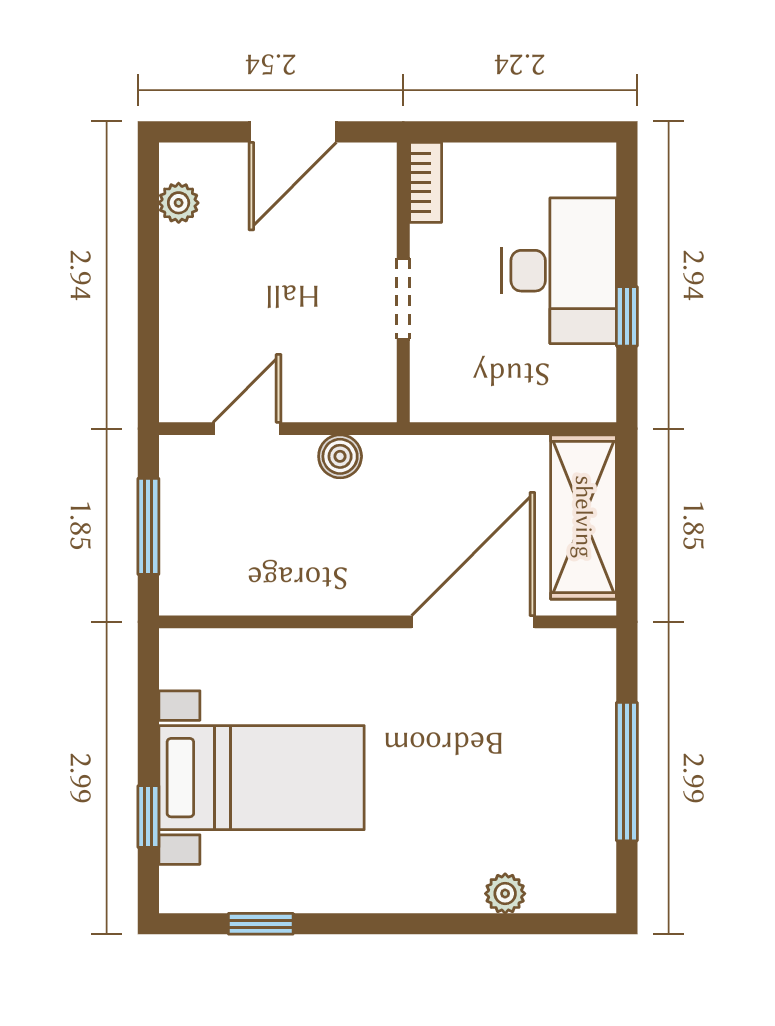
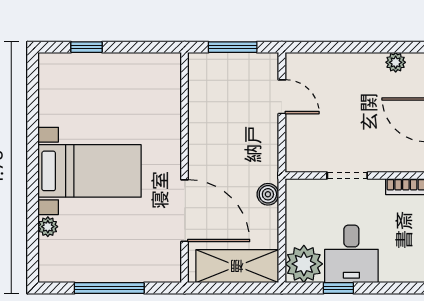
desk: (559, 271) -> (351, 254), width x0.73
plant: (579, 385) -> (304, 264), added
boiler: (340, 456) -> (268, 194), moved
bed with nightstands: (261, 778) -> (89, 171), moved, turned -90
window: (261, 924) -> (33, 104), removed

